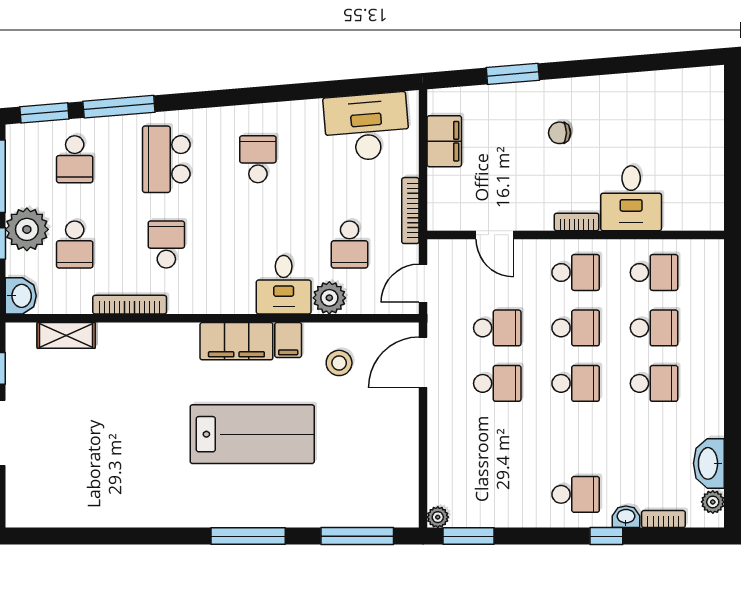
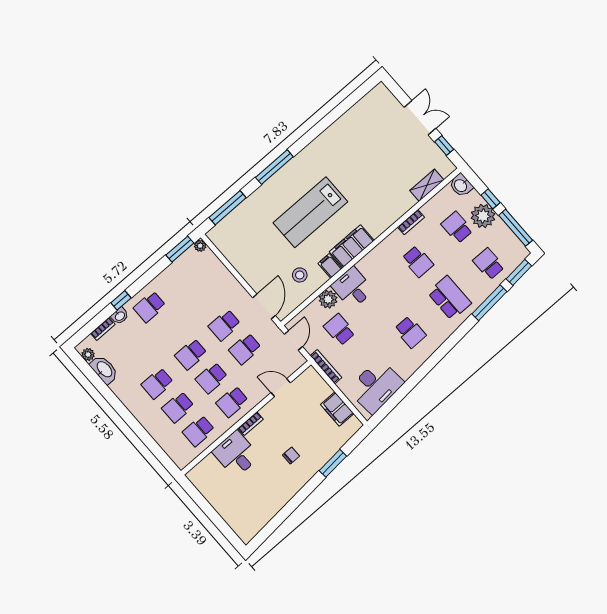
bookcase: (130, 305) -> (411, 222), width x0.64

